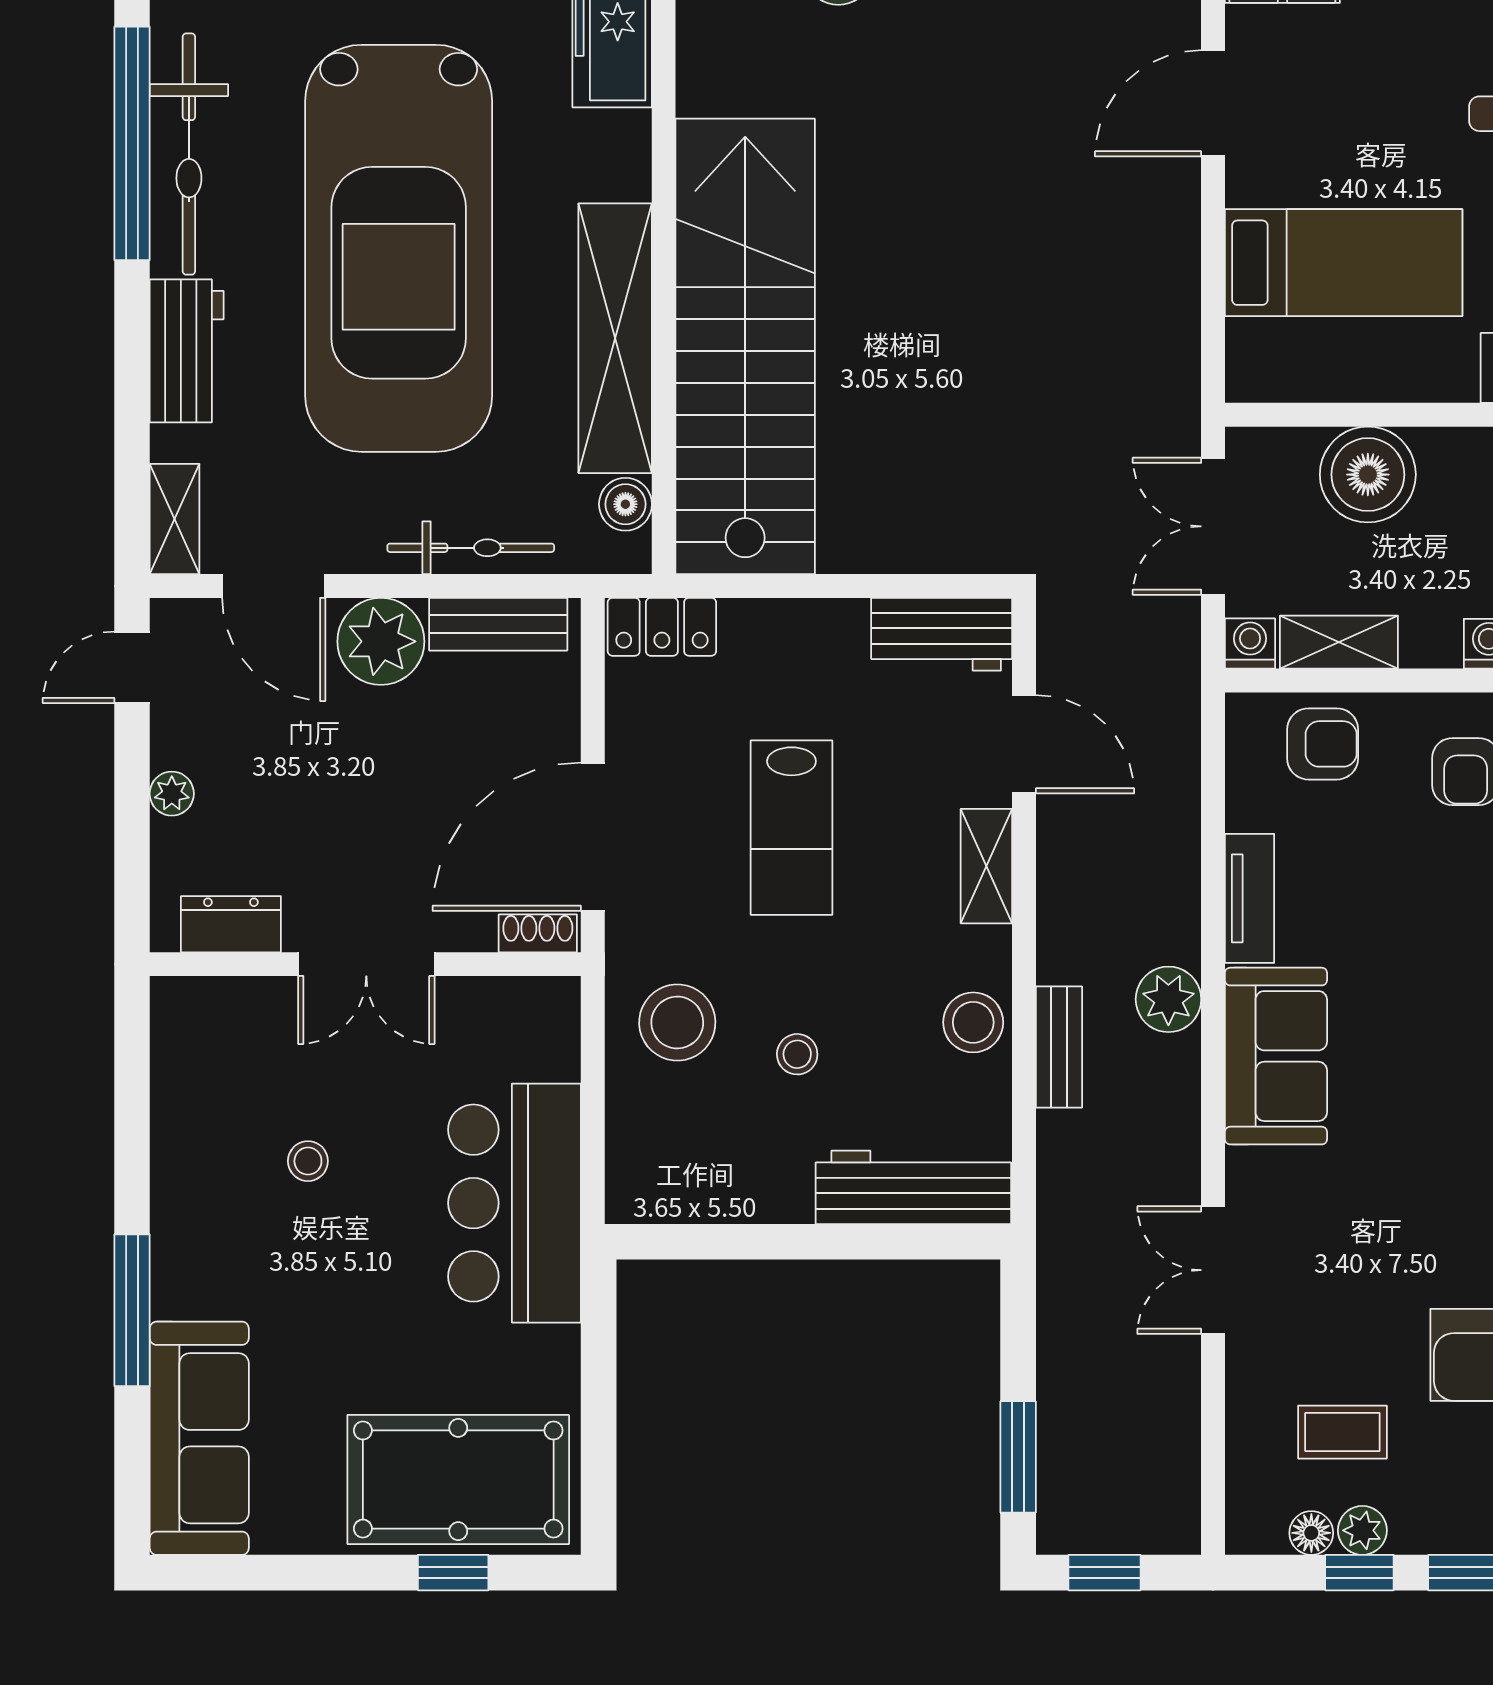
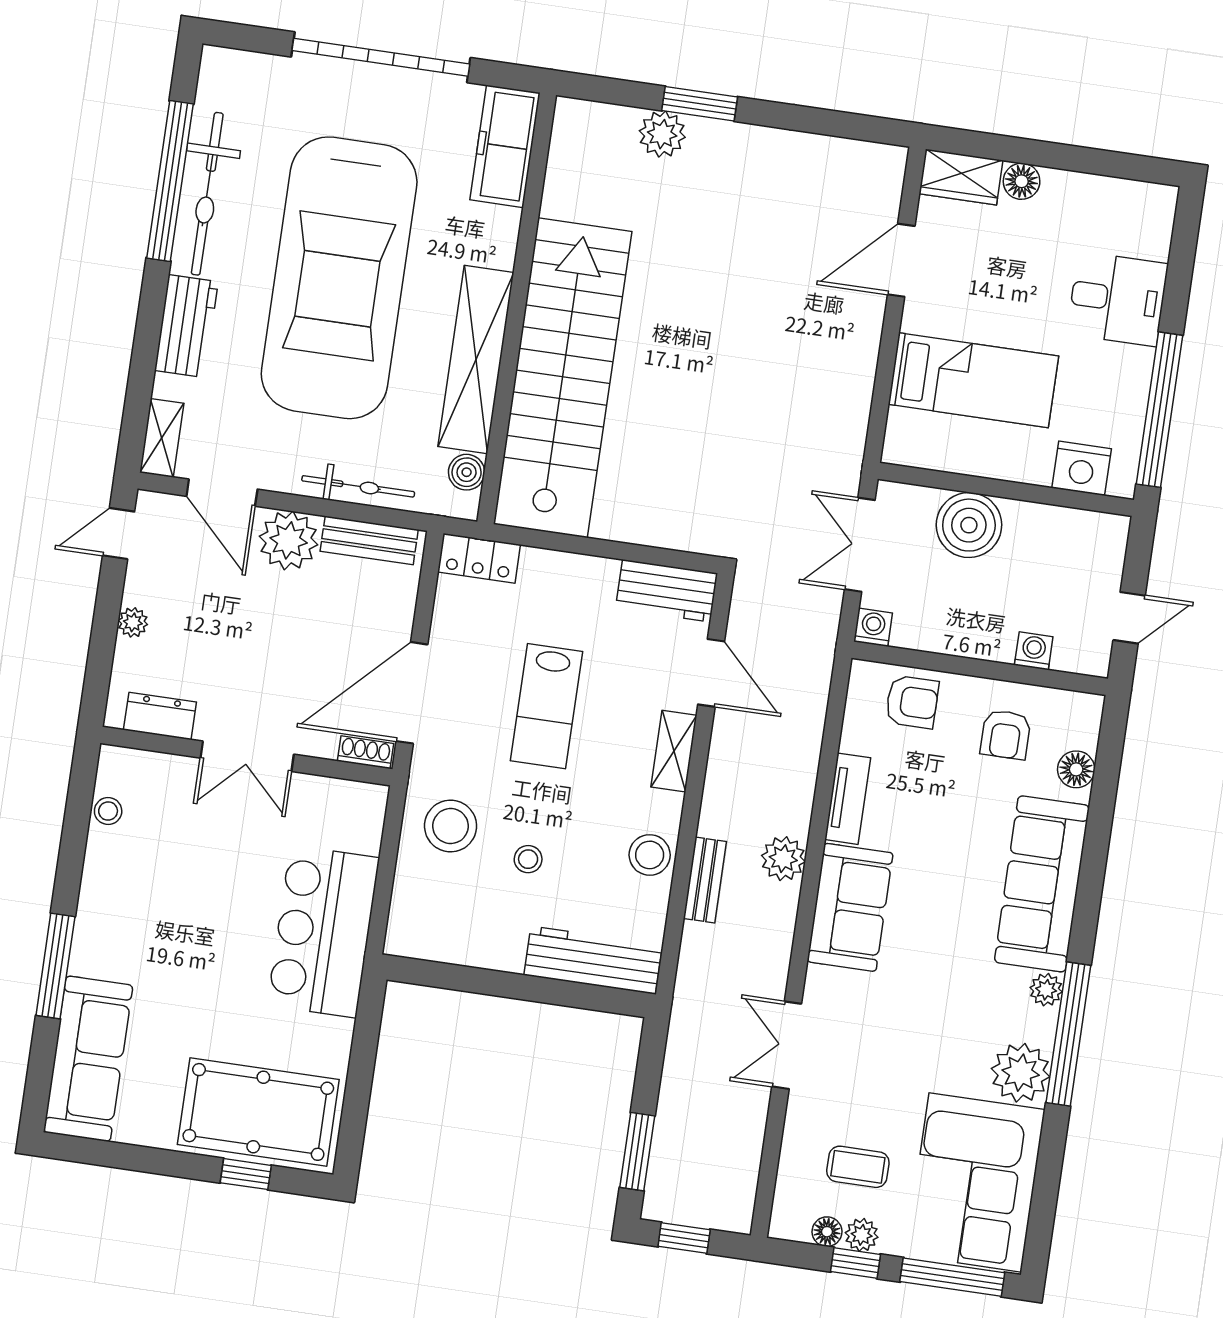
shelving: (1339, 642) -> (933, 635), removed
stool: (308, 1161) -> (108, 811), moved

